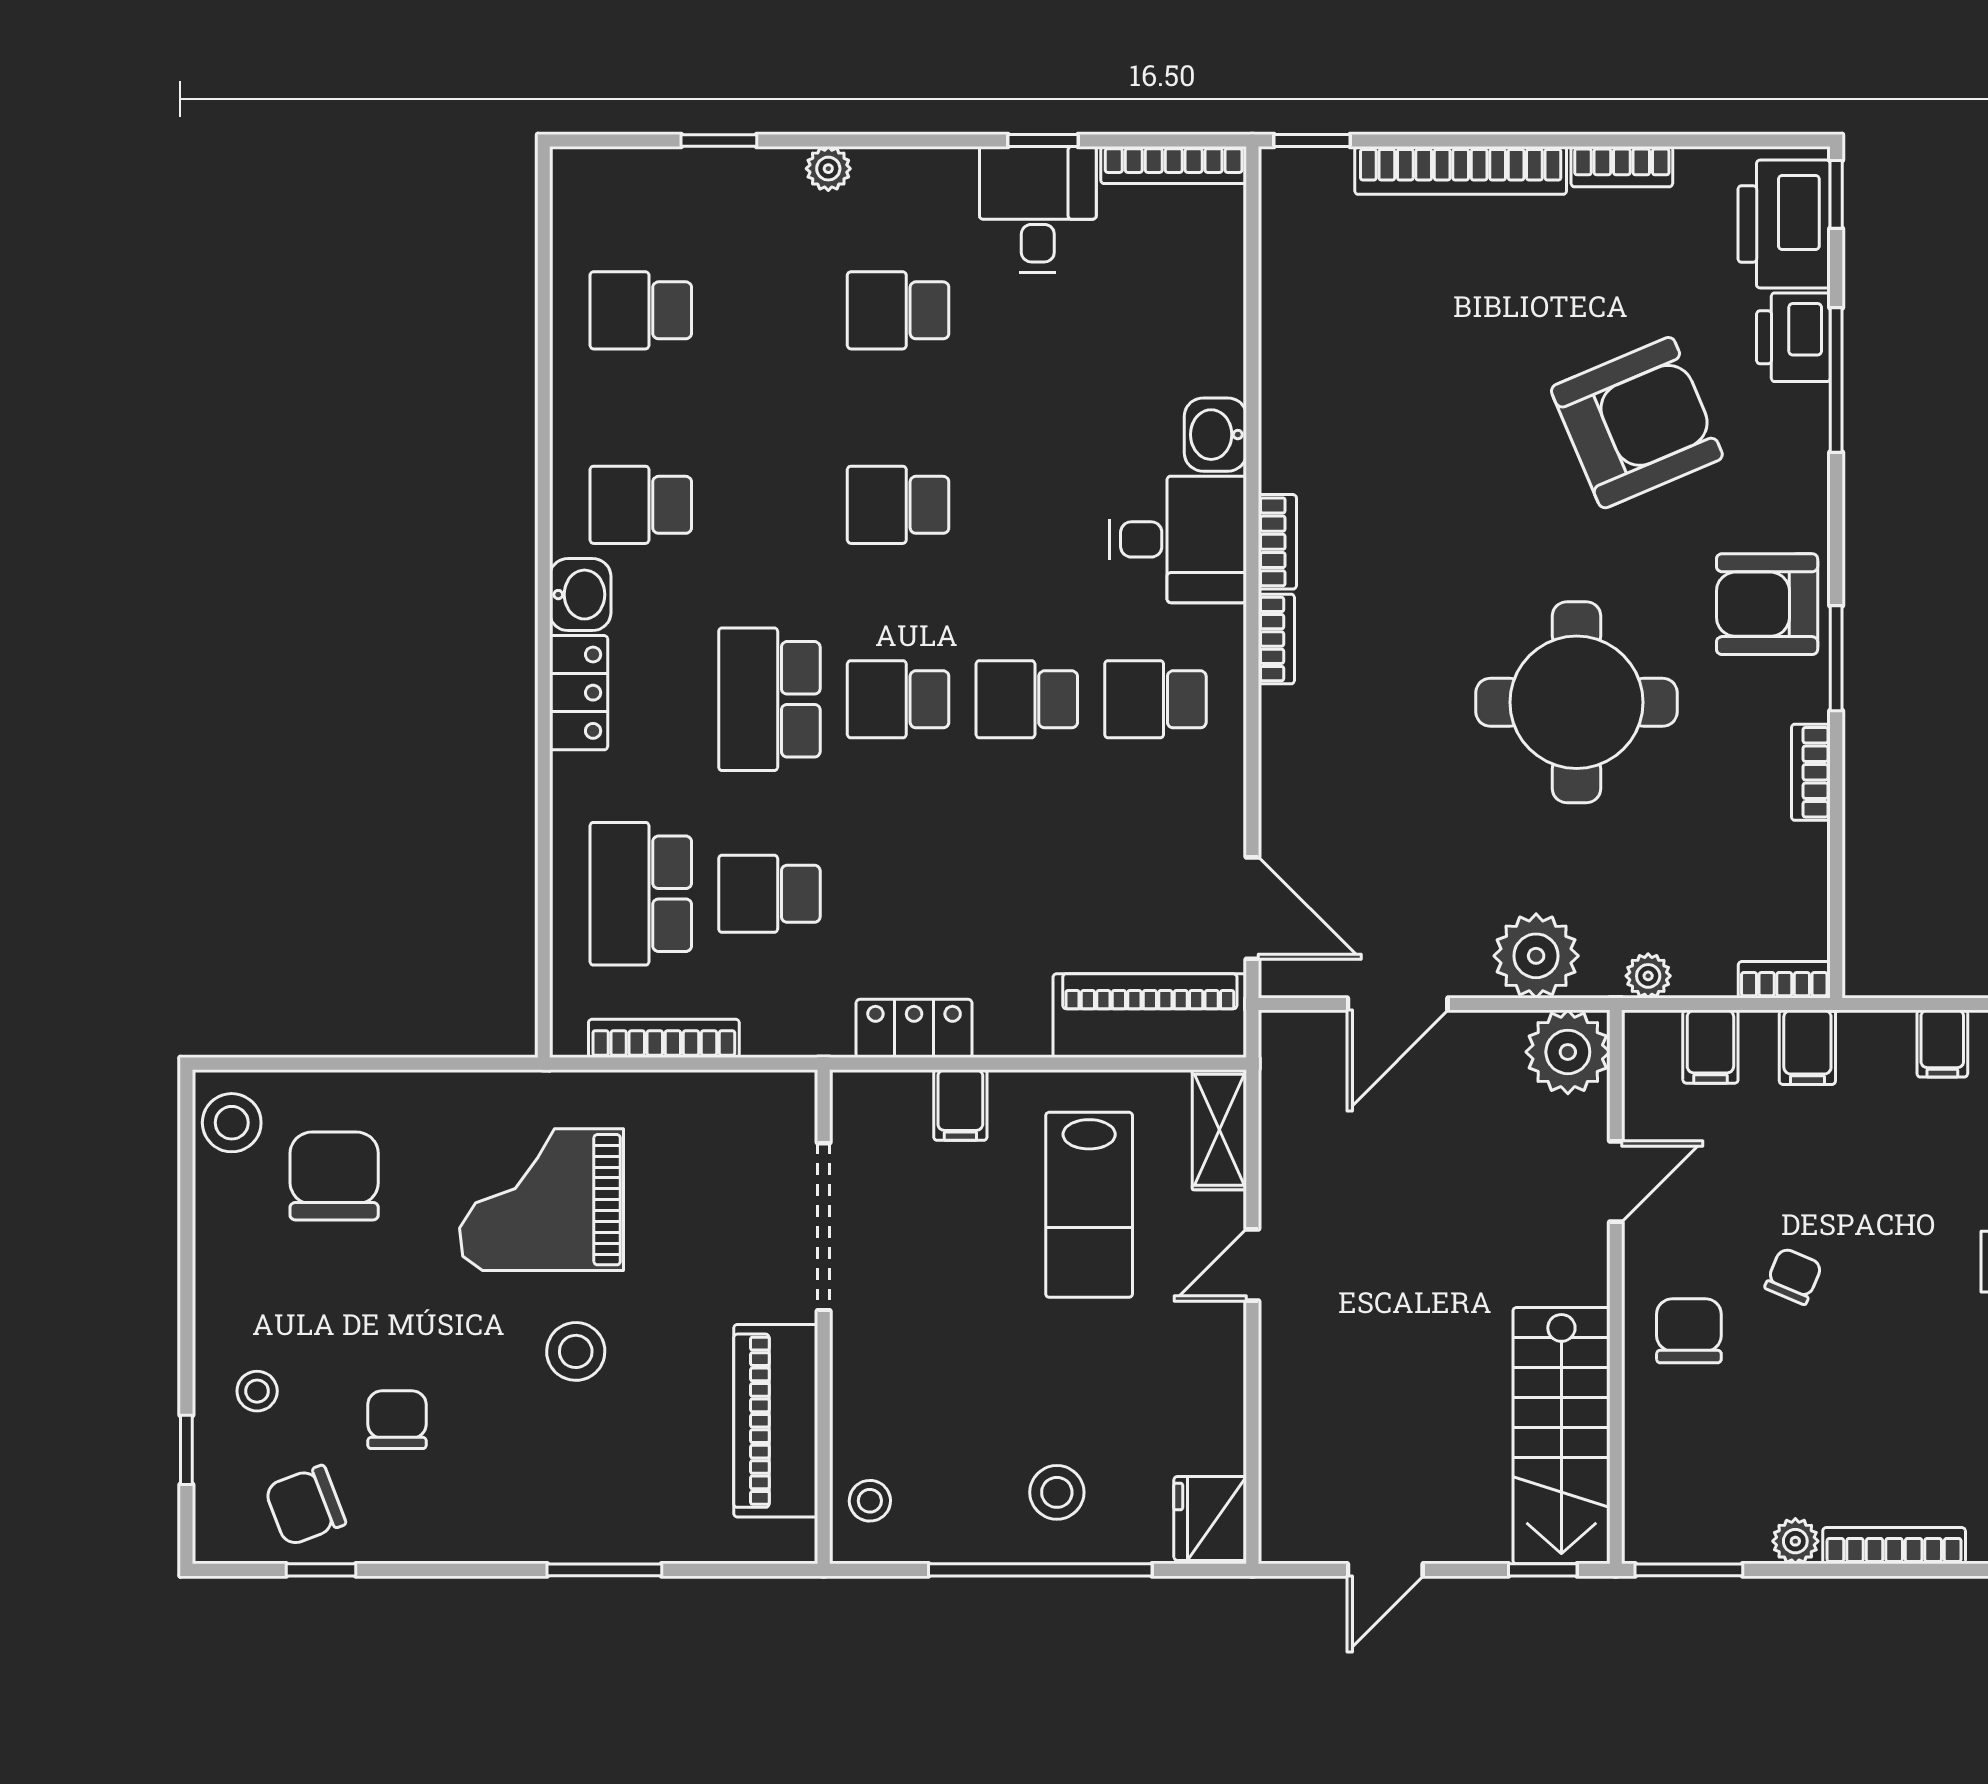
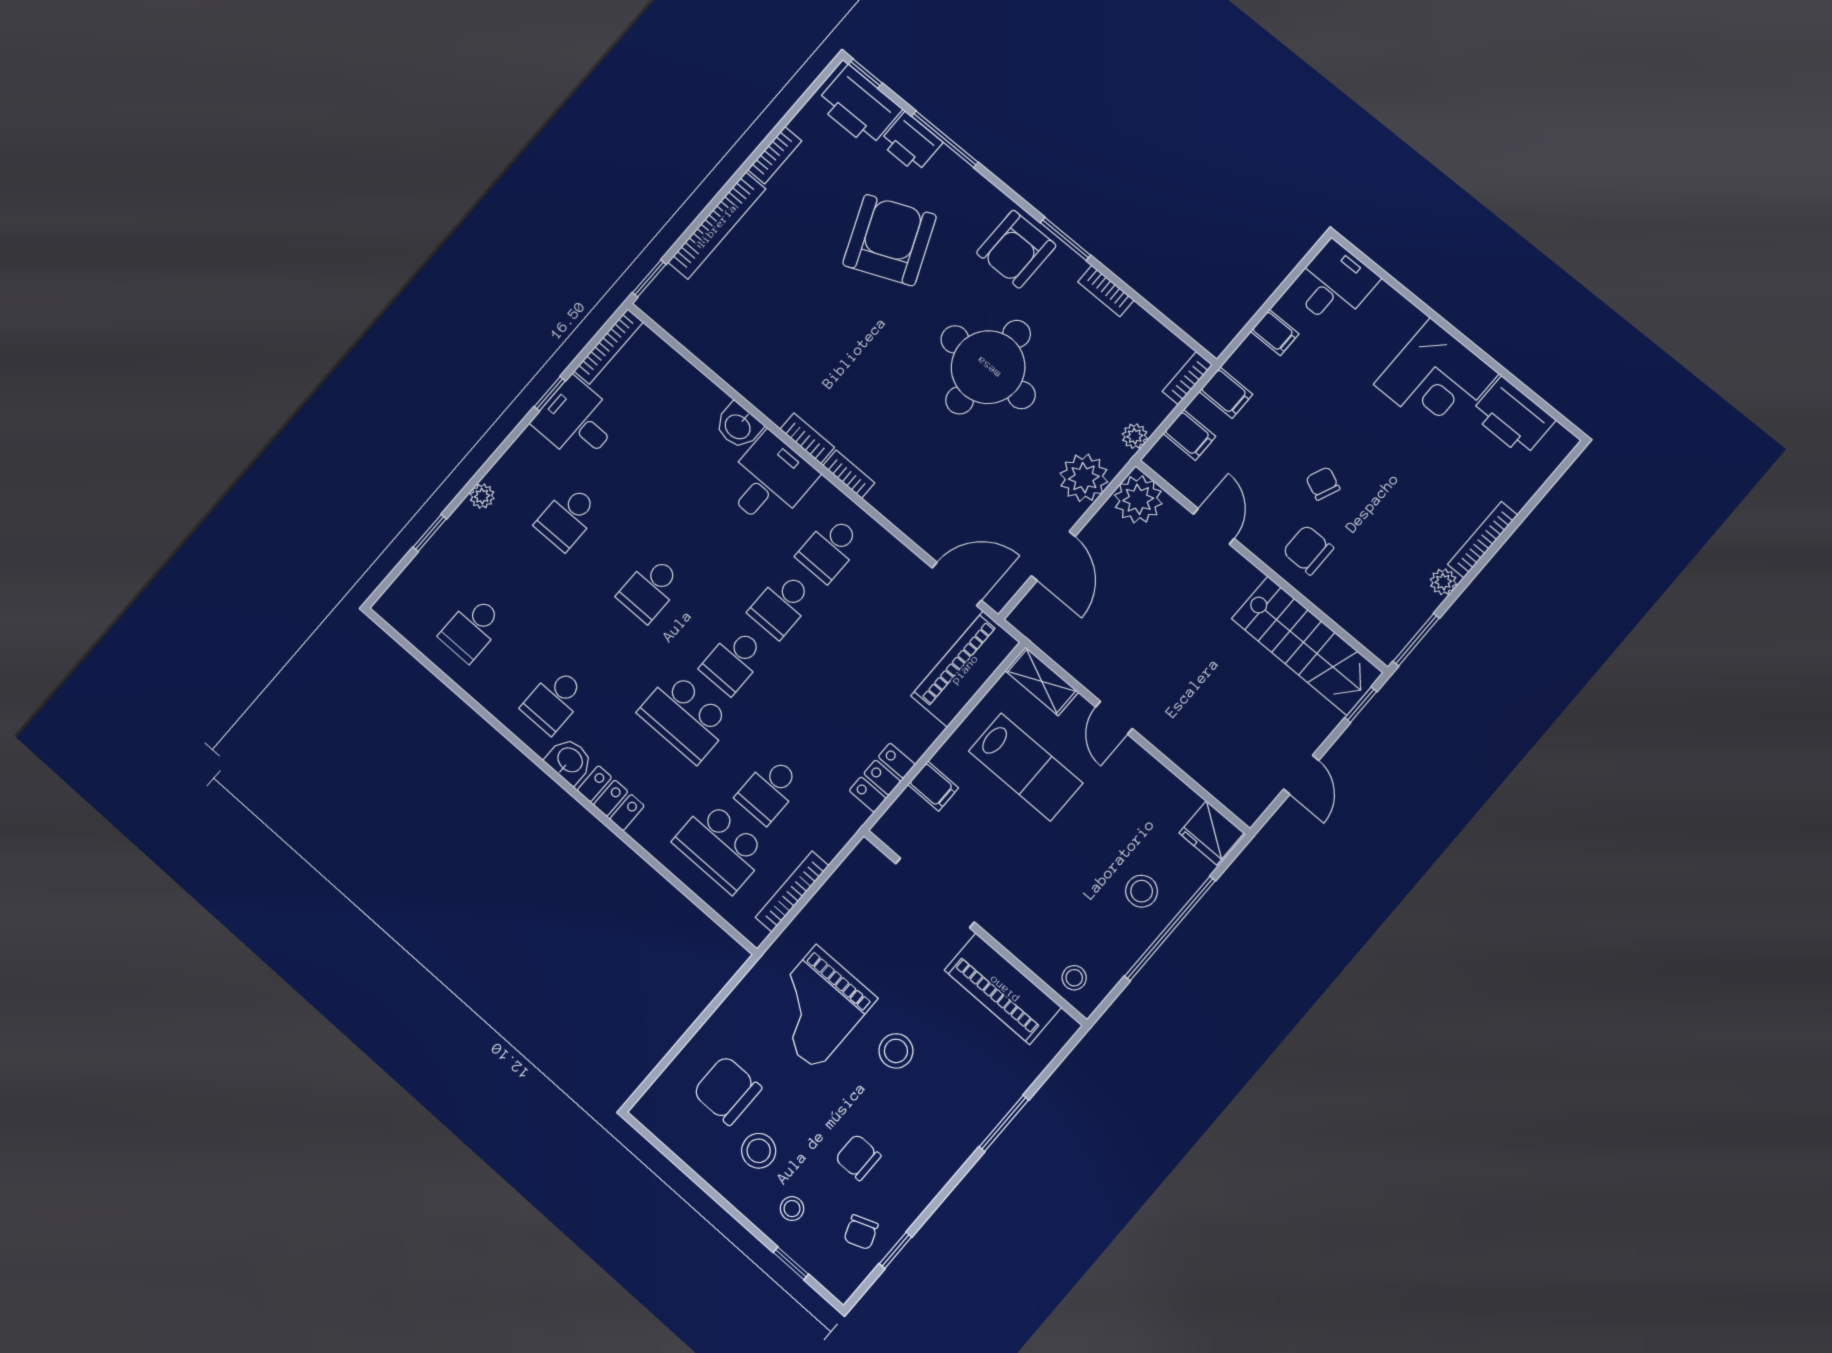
stool: (232, 1123) -> (759, 1151), moved
chair: (305, 1506) -> (861, 1232), width x0.73, depth x0.73

